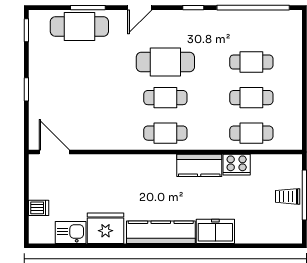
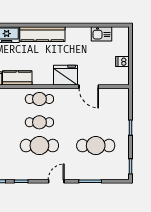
cafe table: (79, 26) -> (96, 146), moved
door: (54, 152) -> (89, 87), moved
dishwasher: (39, 208) -> (122, 62), moved
fridge: (105, 228) -> (65, 75), moved, turned 180

